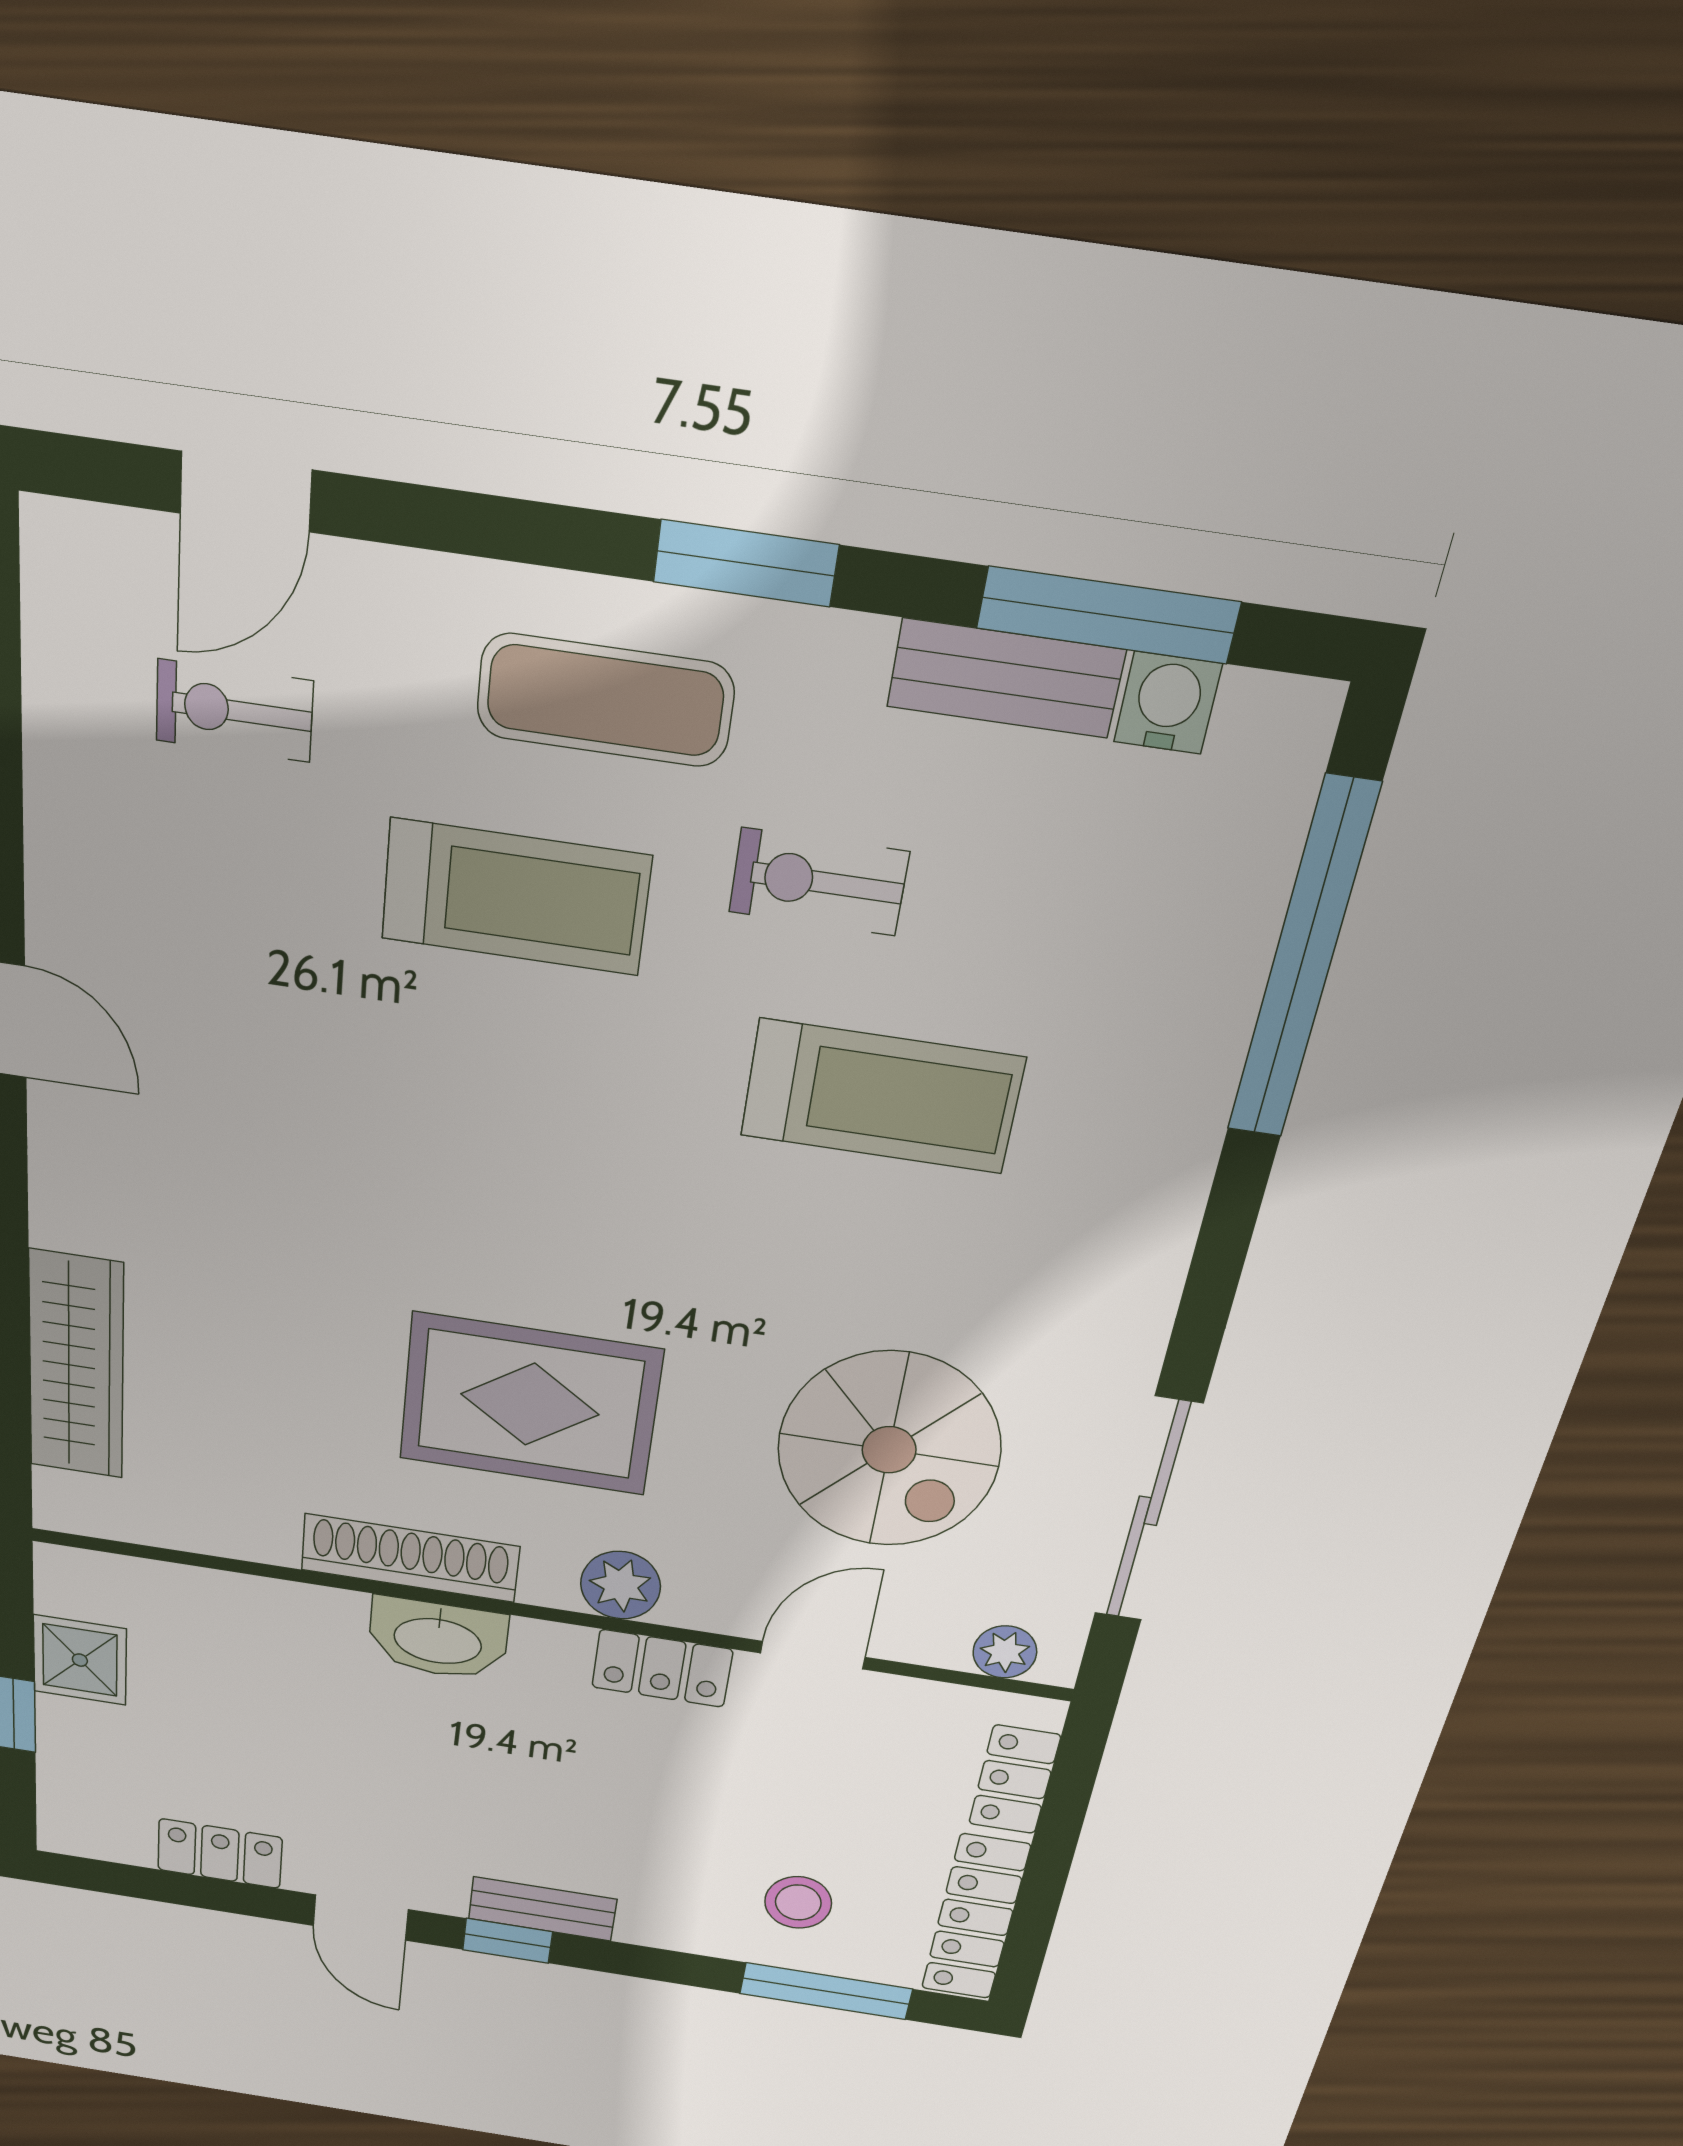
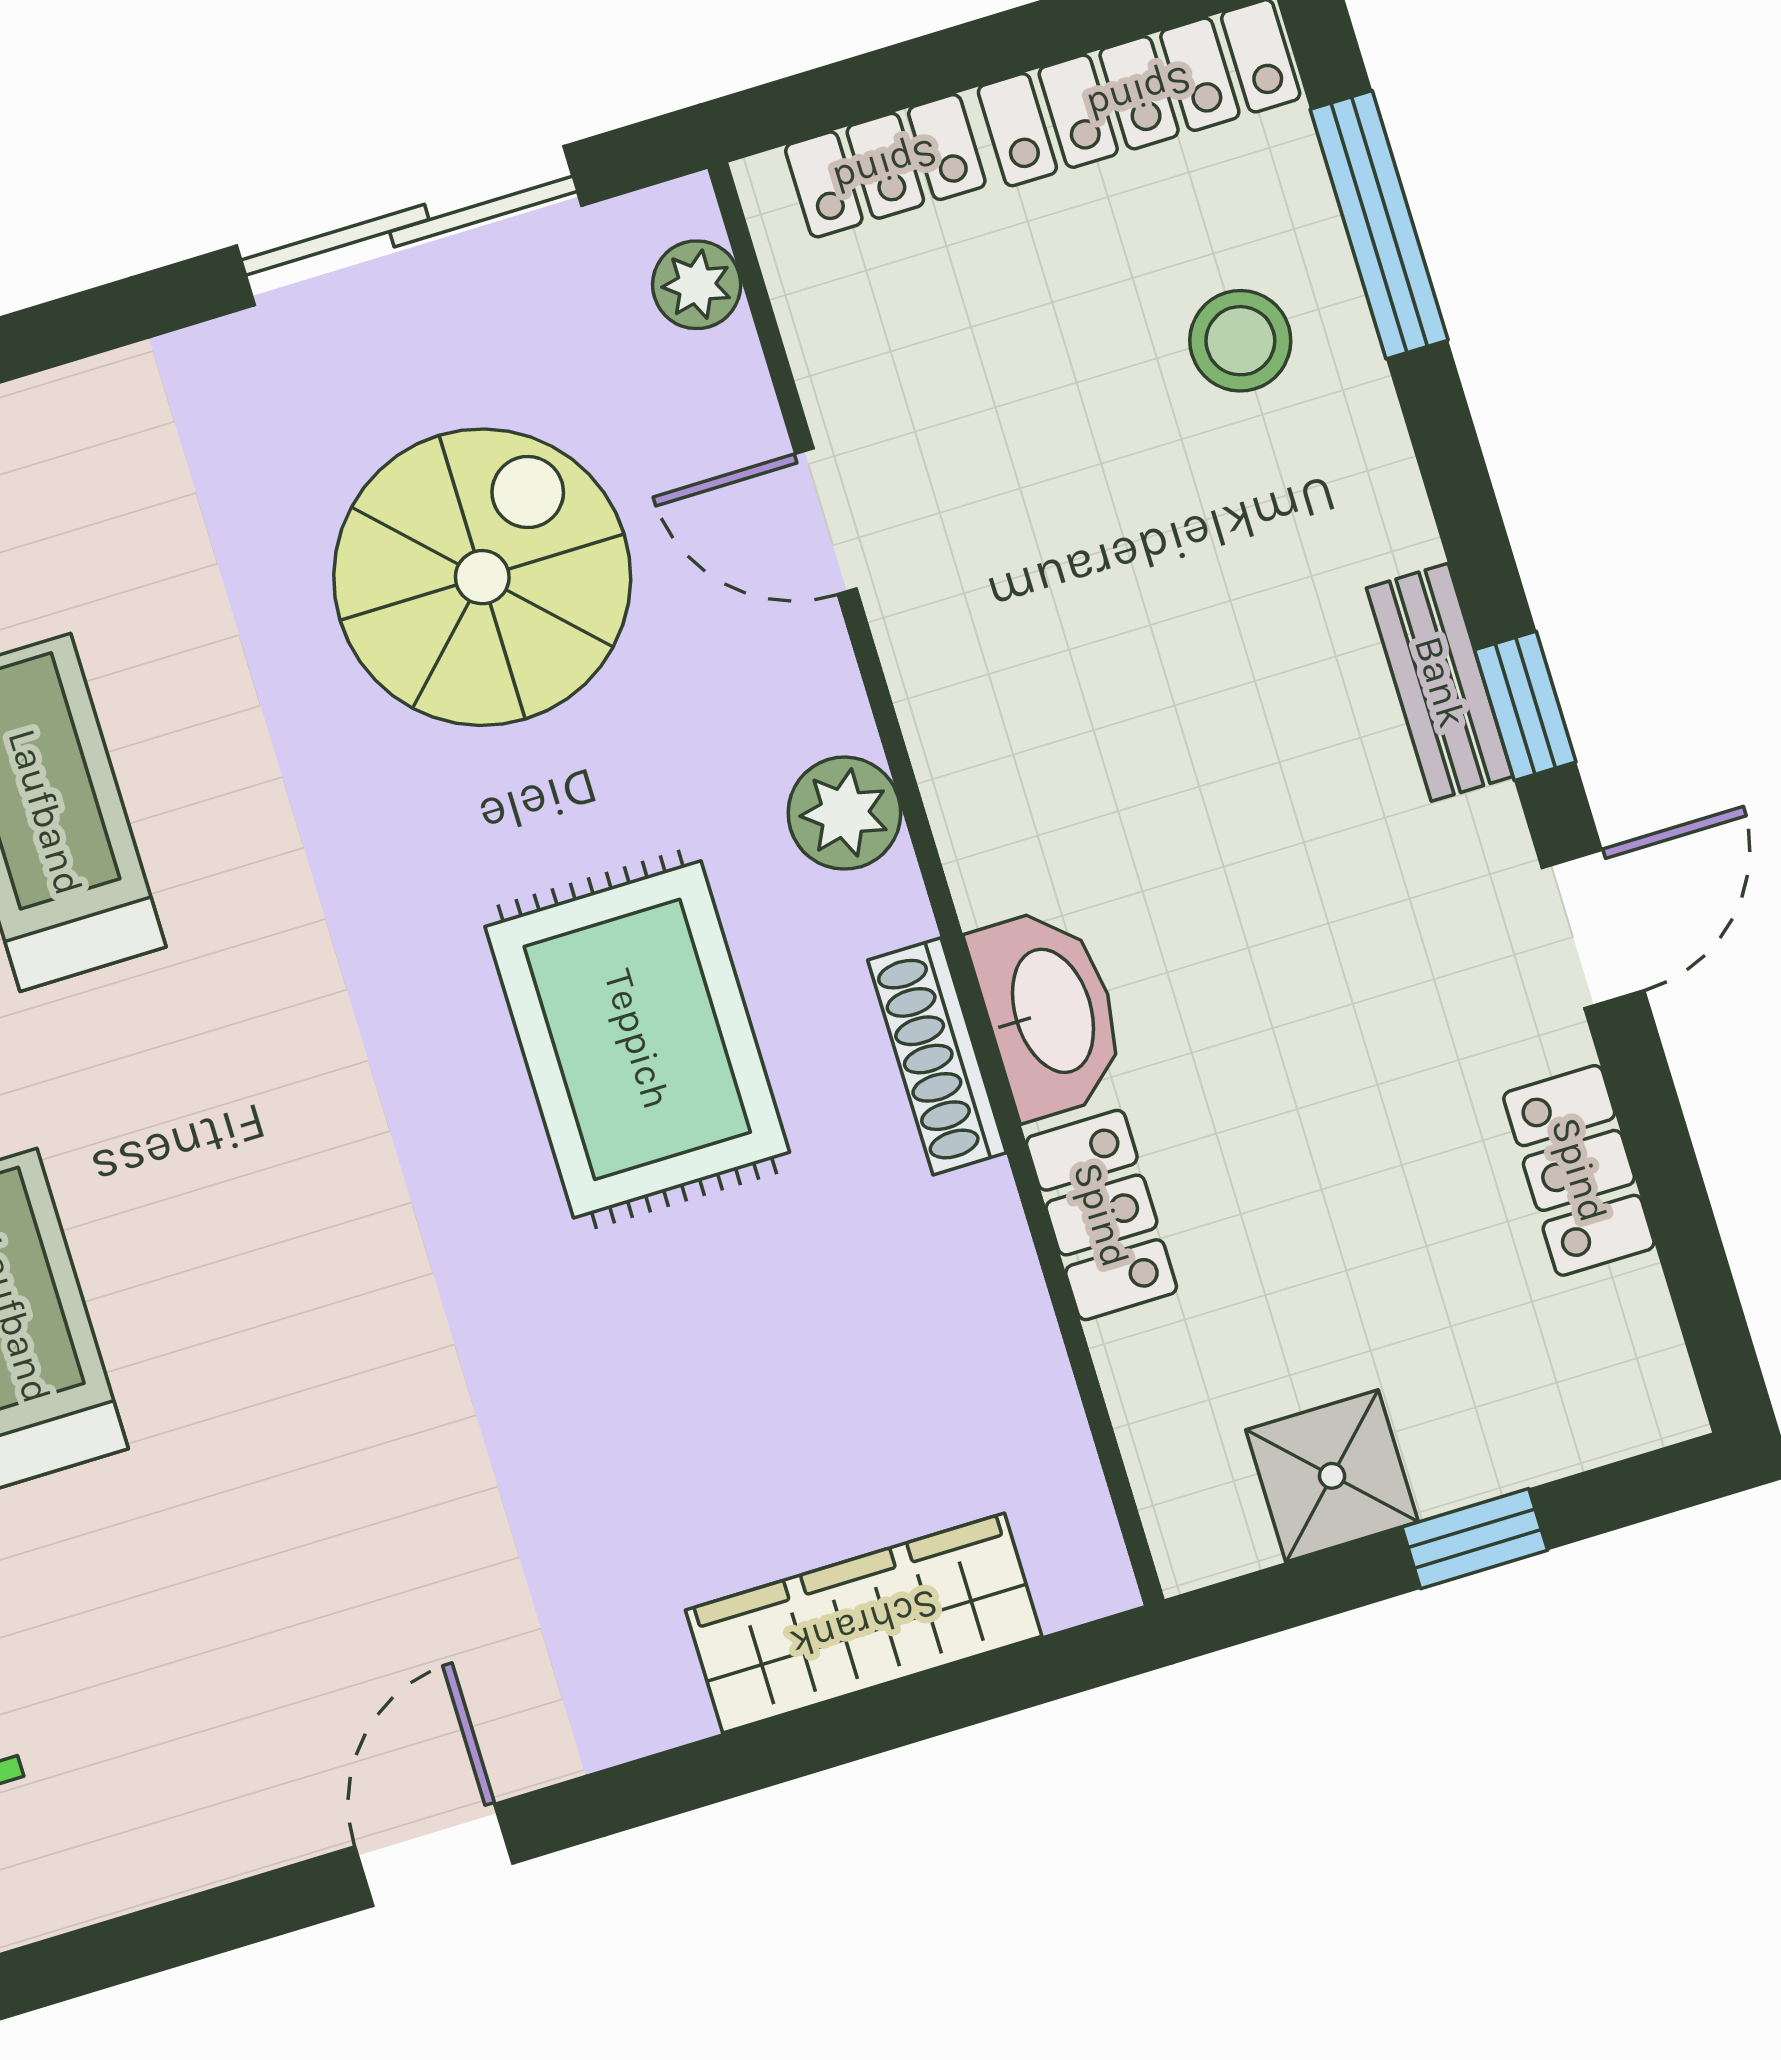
shoe rack: (410, 1558) -> (937, 1056), width x0.74, depth x0.81
locker: (662, 1668) -> (1101, 1215), moved

